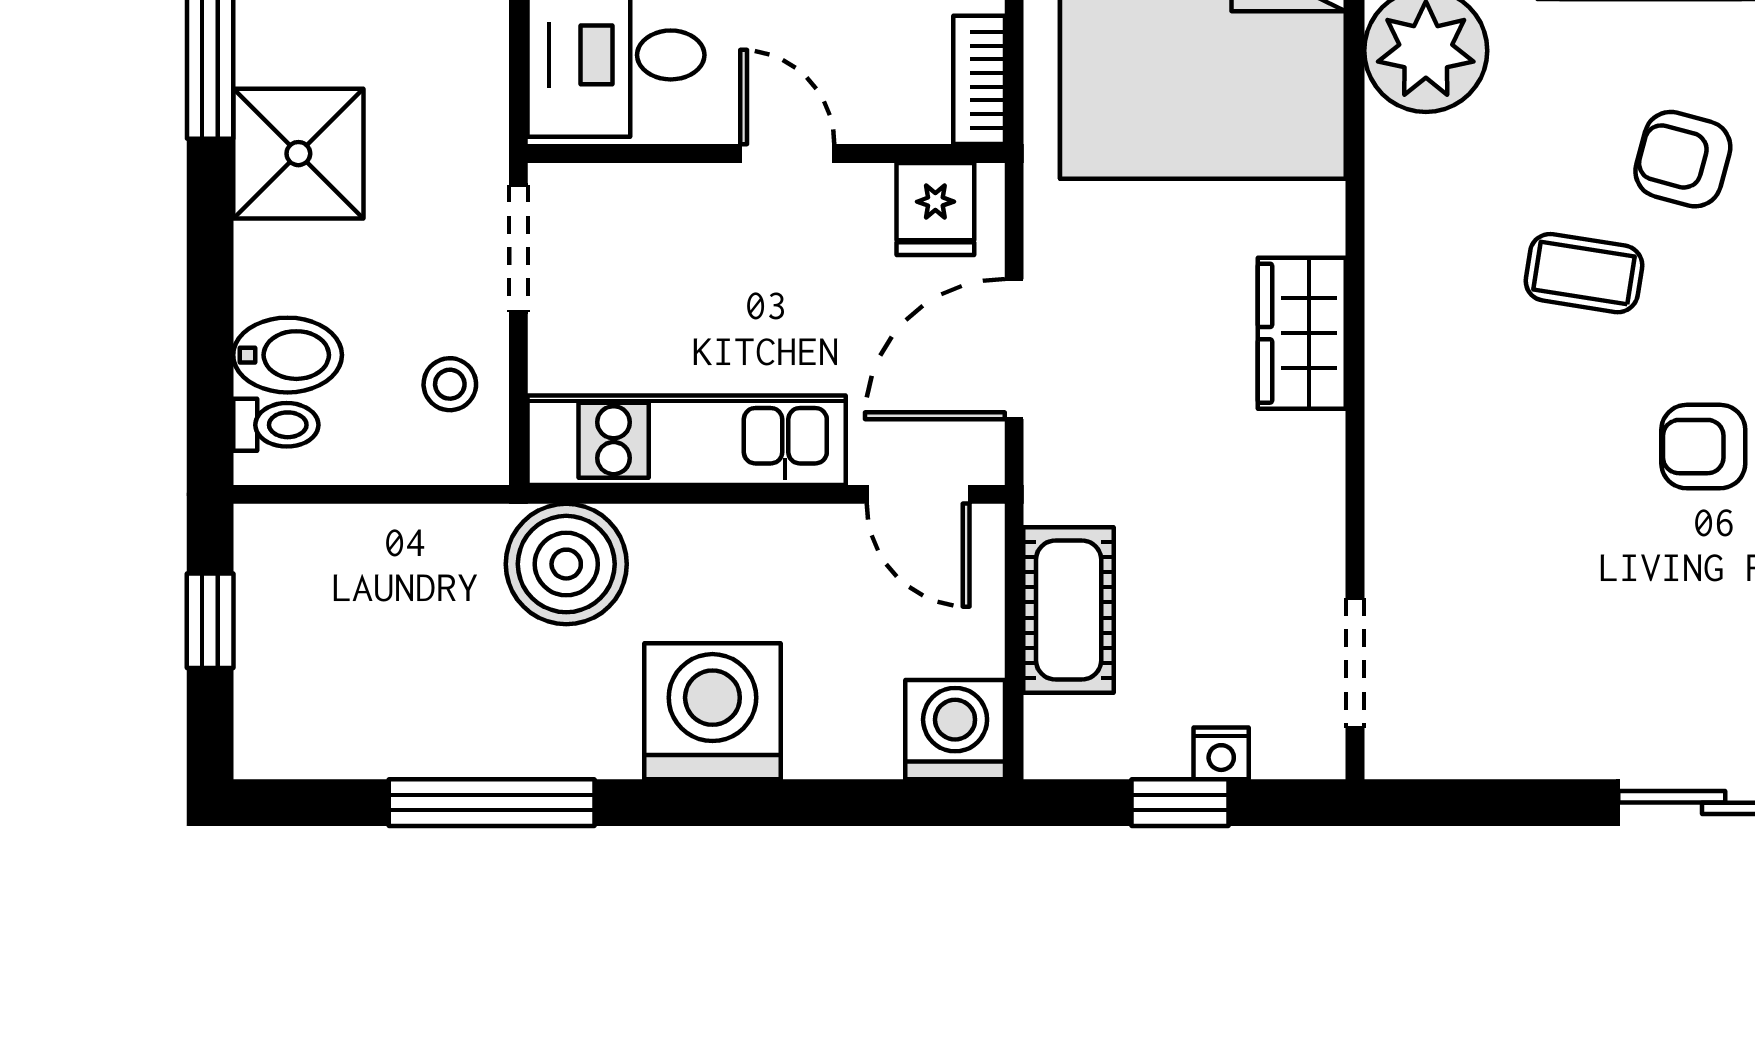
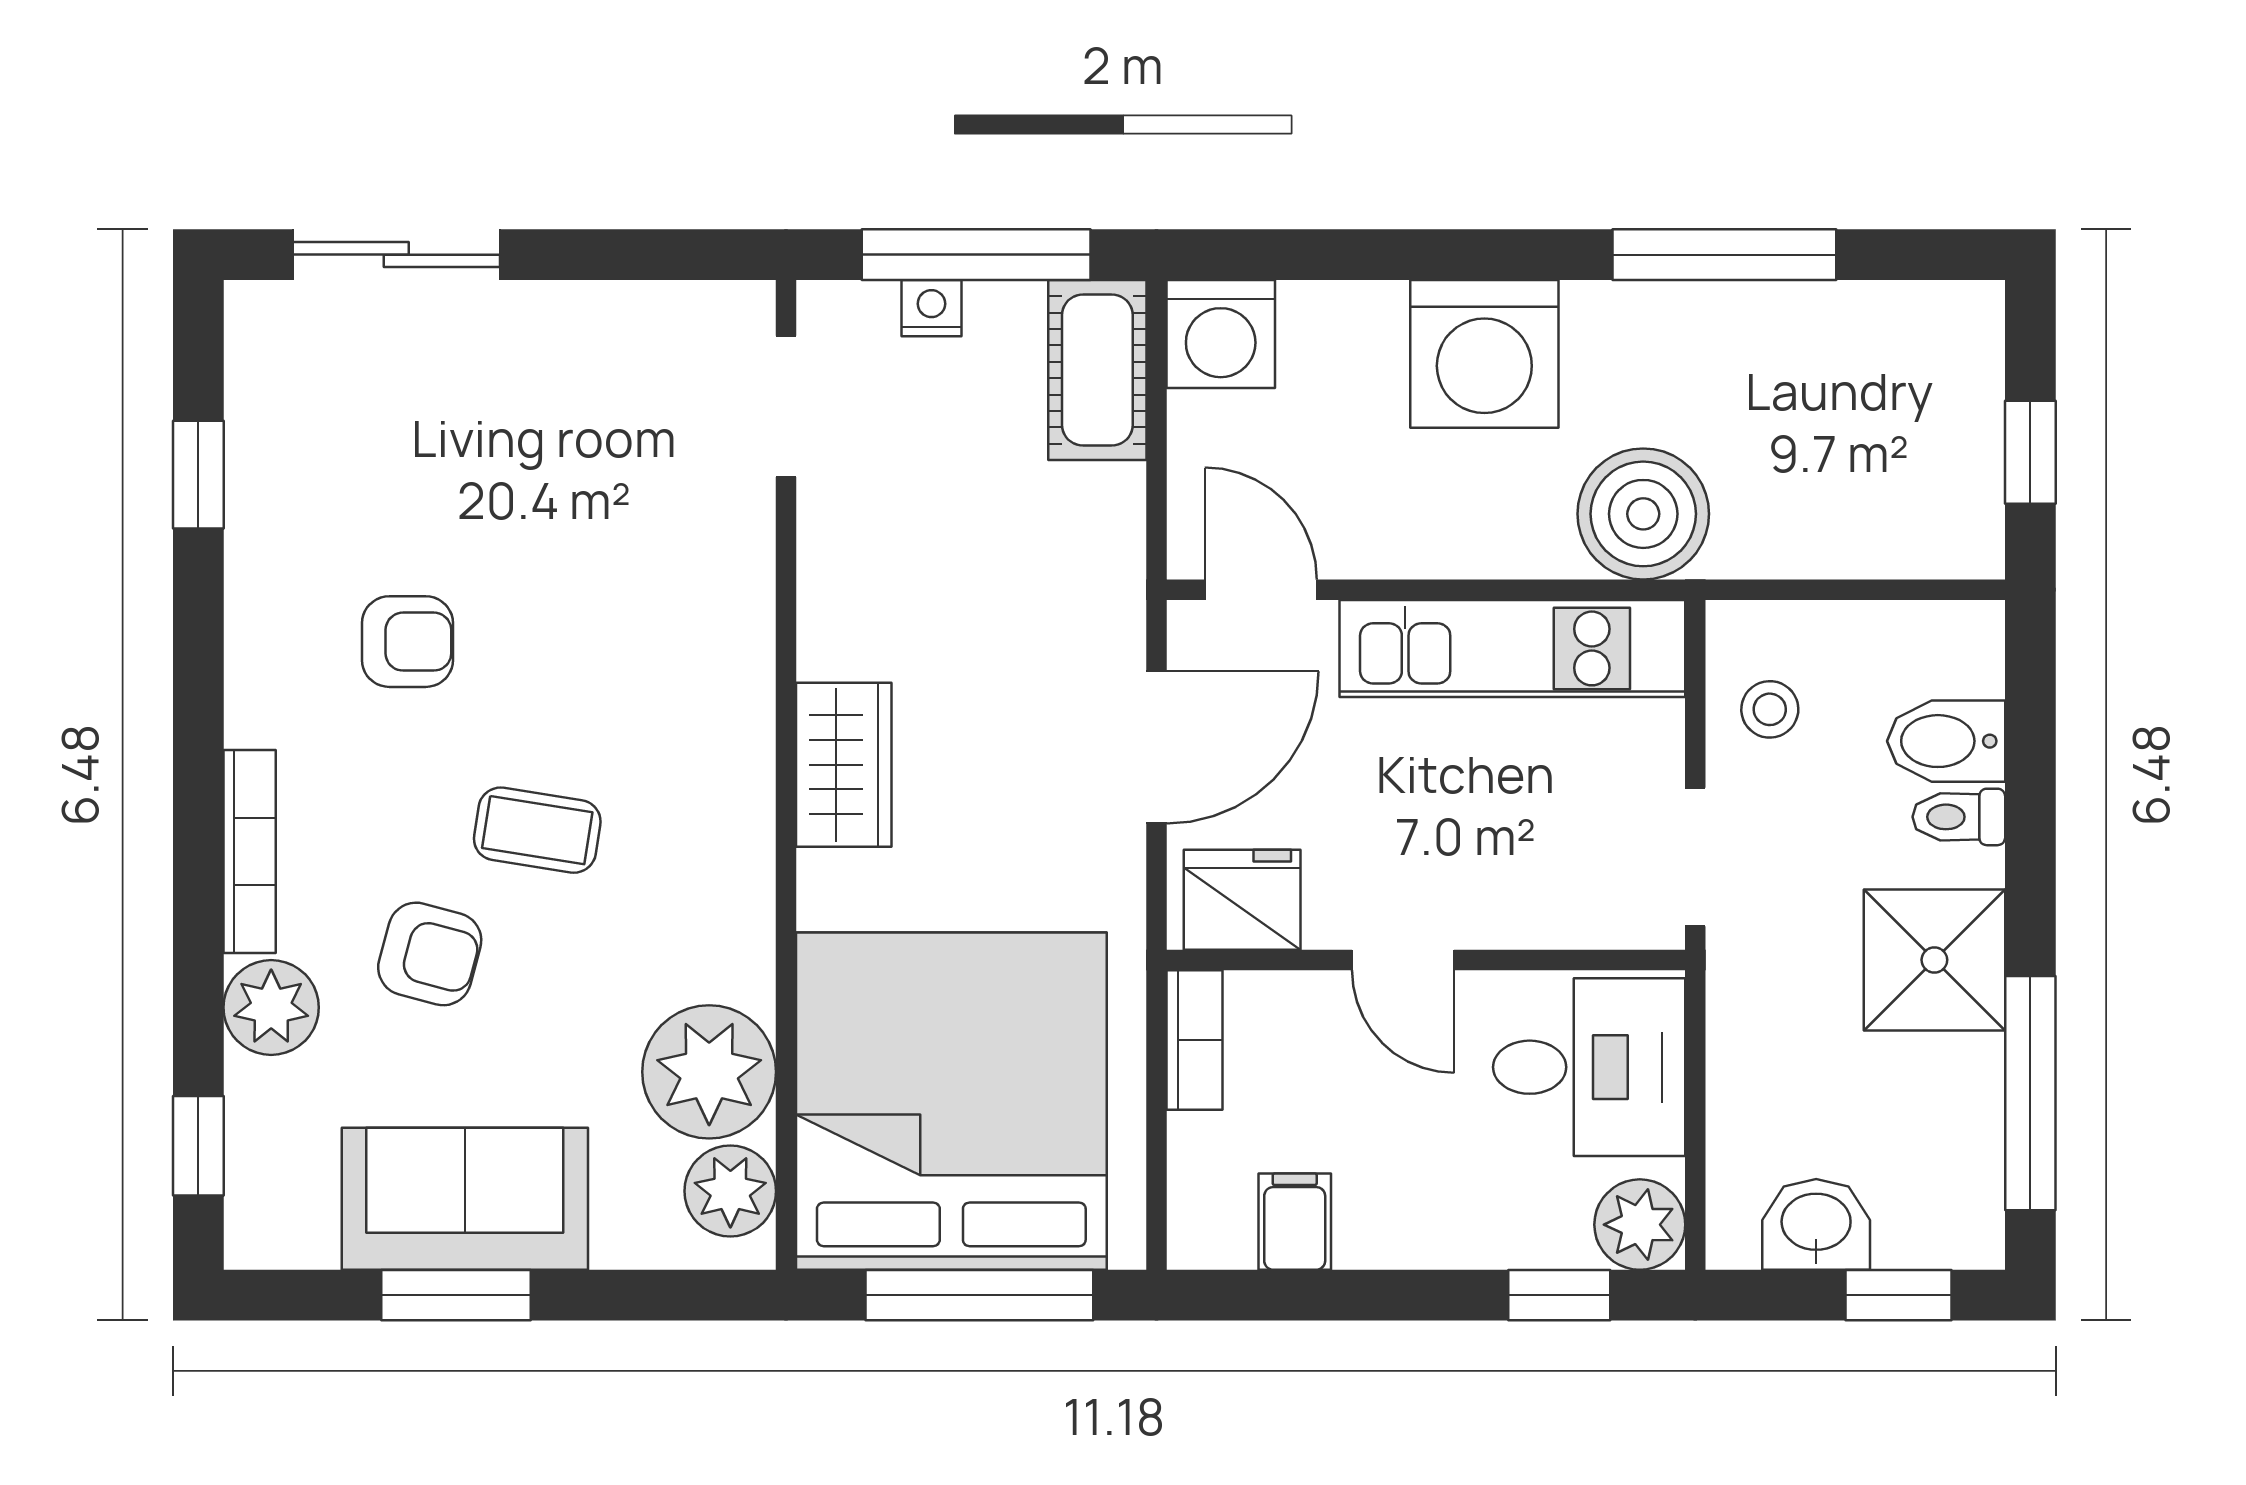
fridge: (935, 209) -> (1242, 900), width x1.38
toilet: (276, 425) -> (1959, 817), moved
cot: (1069, 610) -> (1097, 370), moved
window: (1180, 803) -> (976, 255), width x2.17

